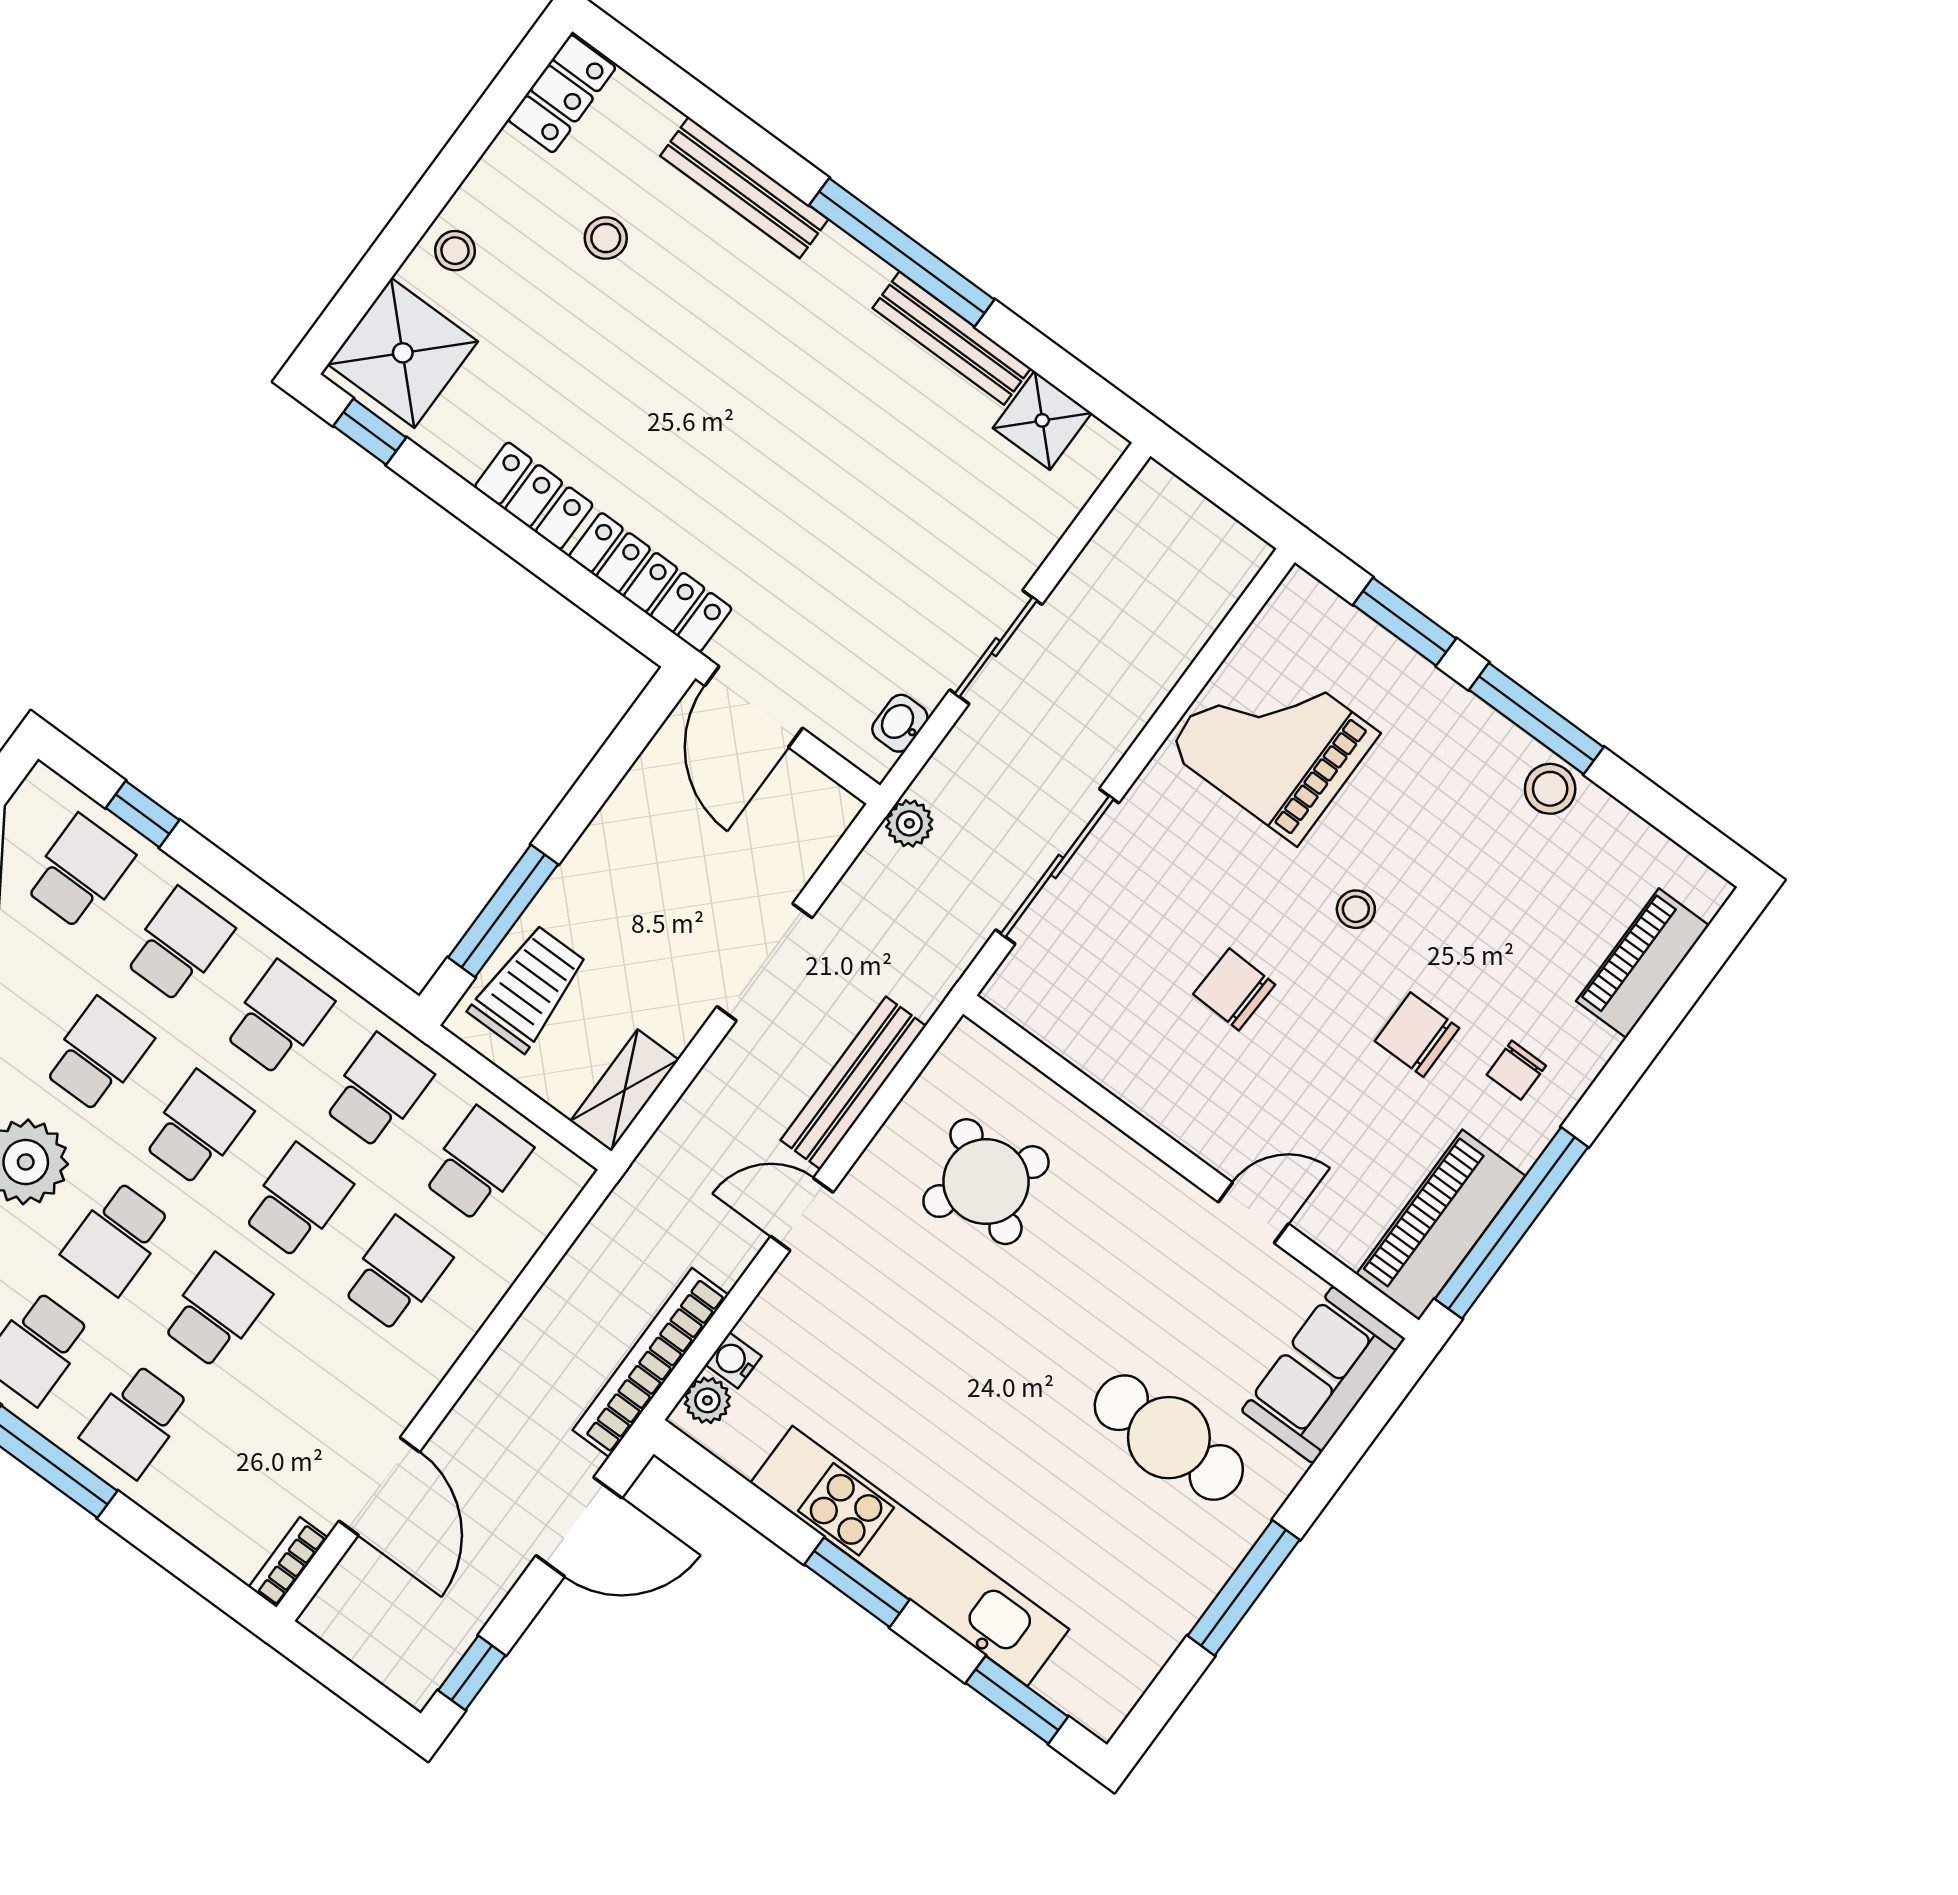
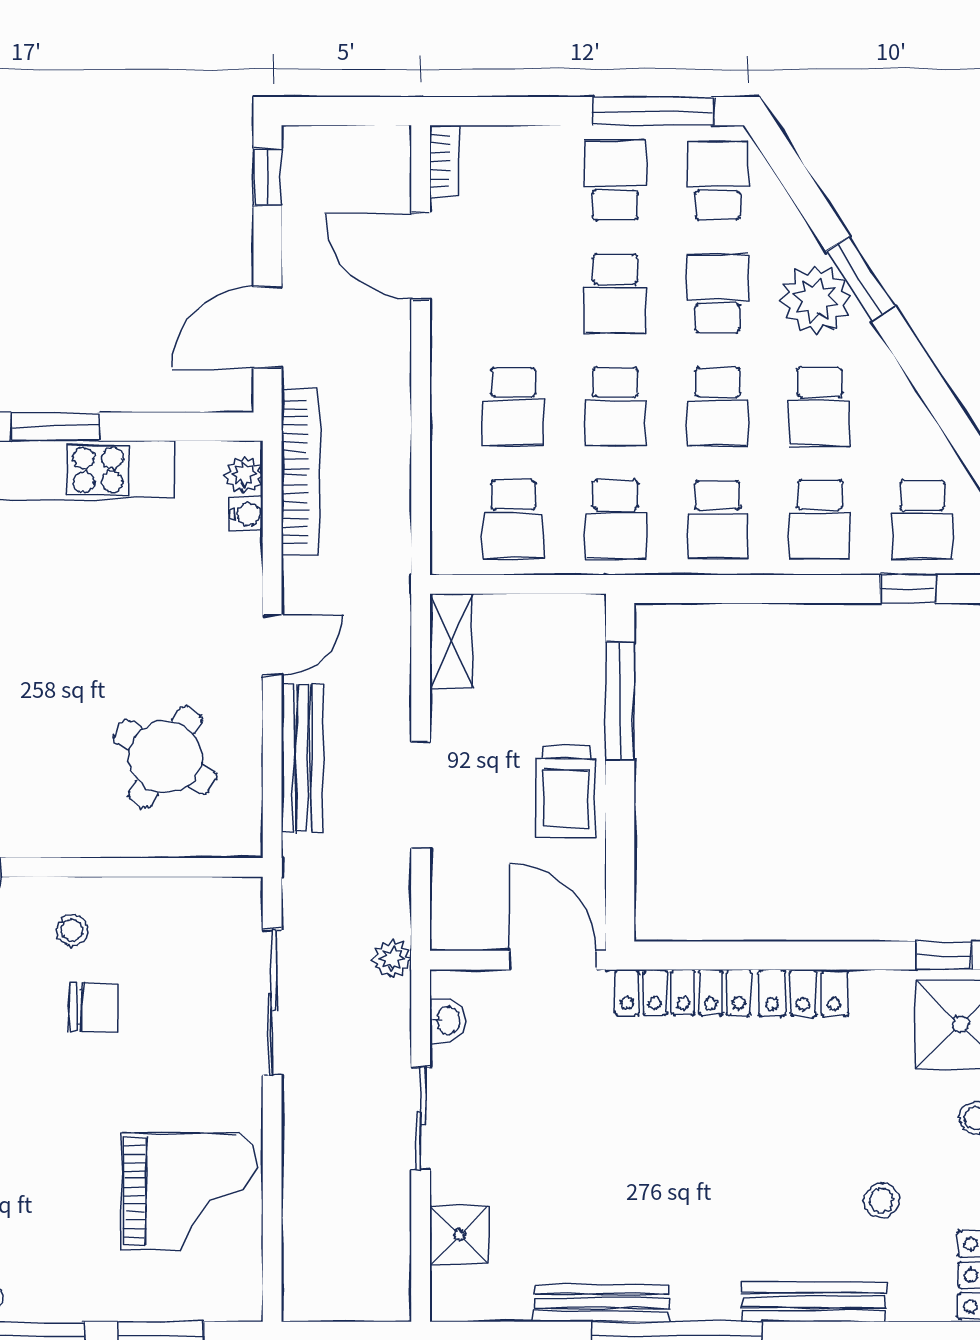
shower: (1042, 420) -> (459, 1235), moved
stool: (1356, 909) -> (72, 930), moved
trolley: (529, 988) -> (566, 792), moved

